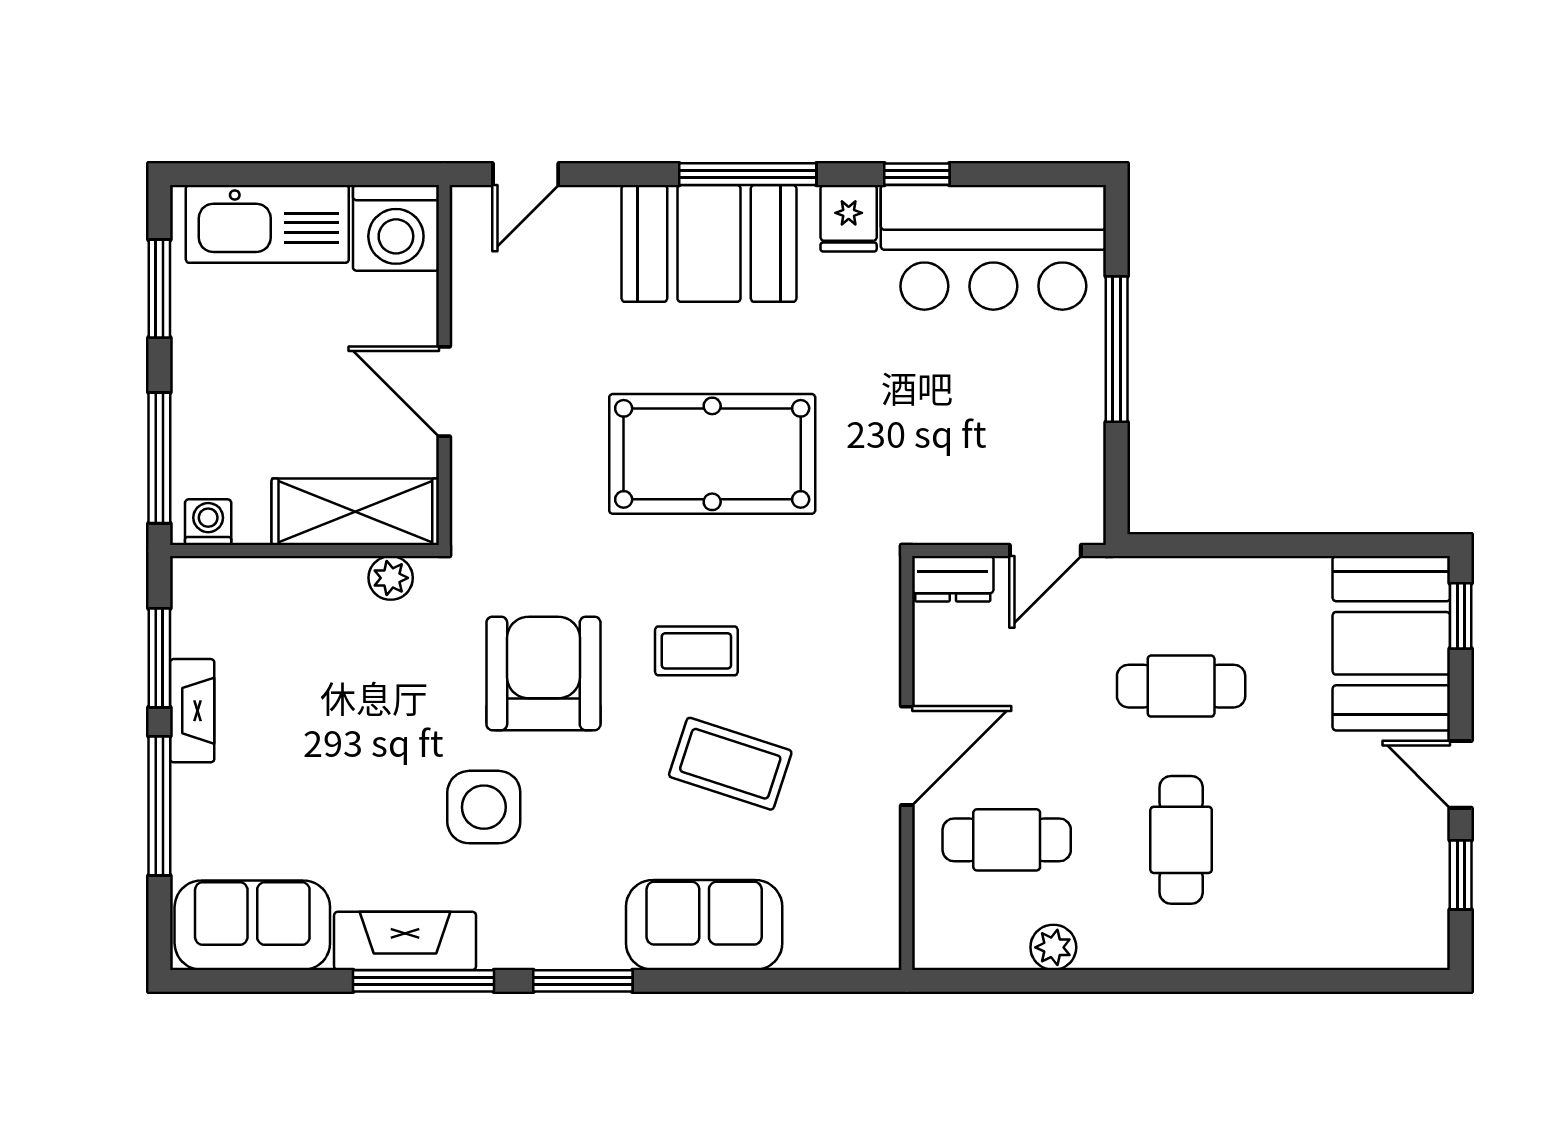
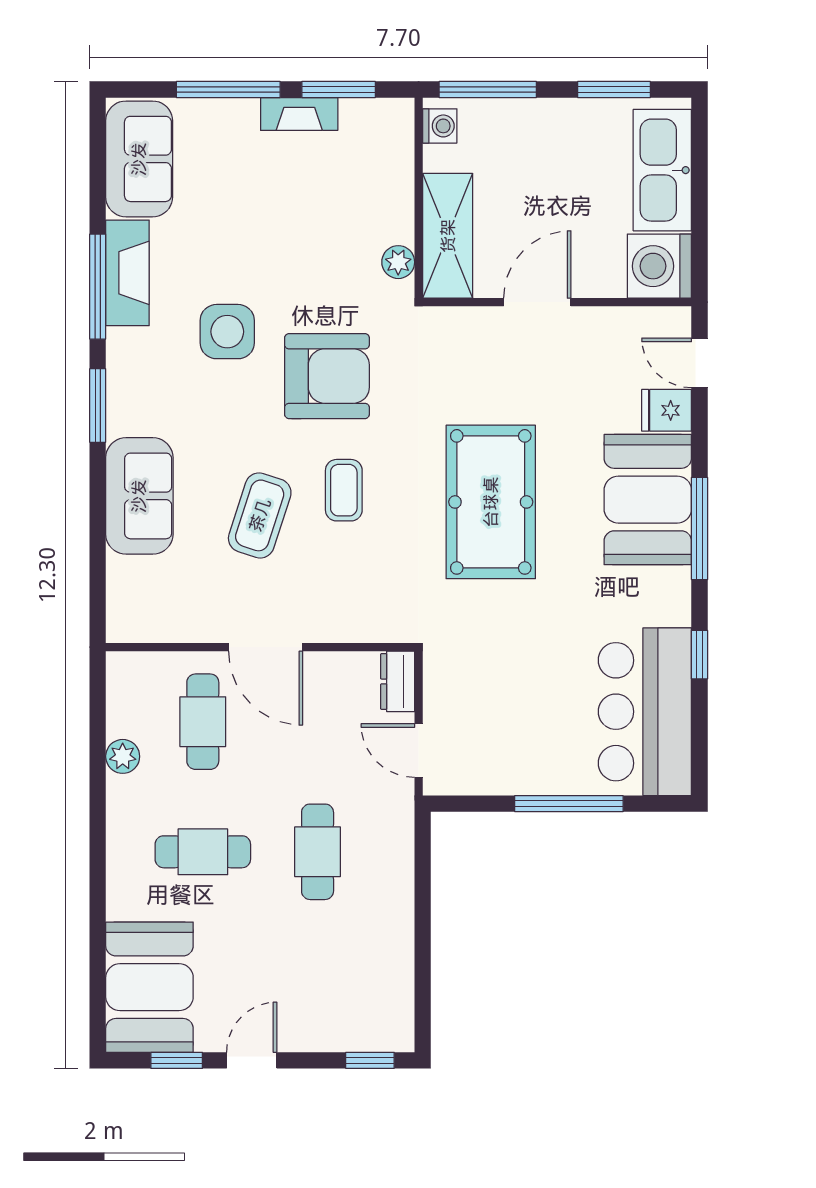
fridge: (849, 218) -> (667, 410), moved
booth: (1391, 643) -> (149, 987), moved, turned 90

